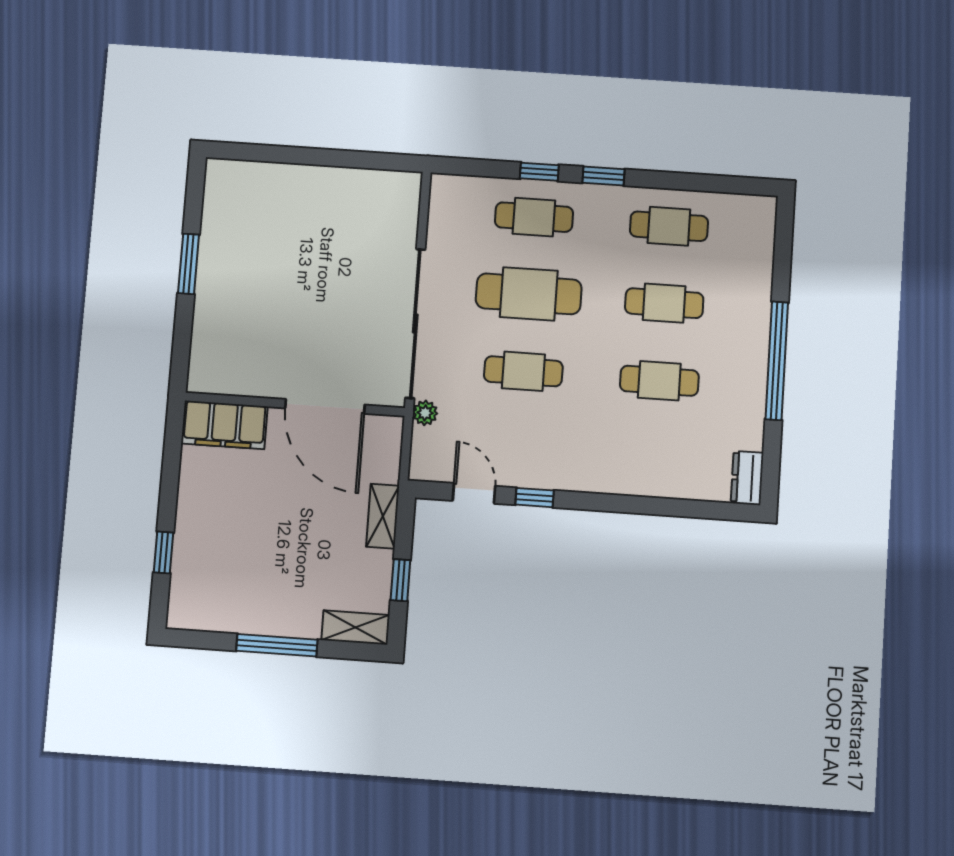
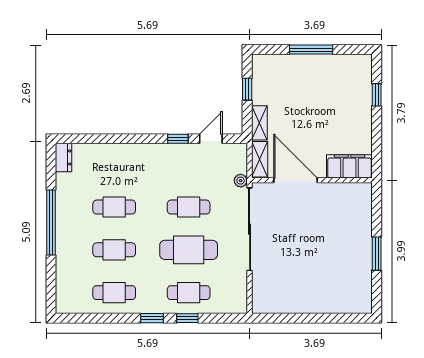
door: (474, 493) -> (211, 139), swing flipped
shelving: (356, 628) -> (260, 159), moved, turned 90

